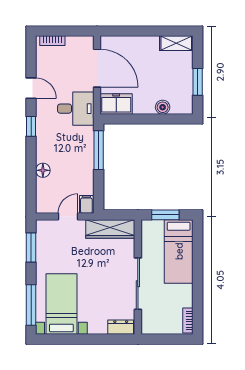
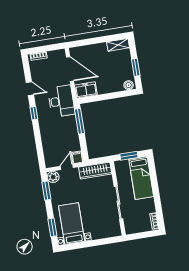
boiler: (163, 107) -> (129, 85), moved
desk: (76, 109) -> (61, 101), width x1.37
floor lamp: (43, 170) -> (46, 140), removed
plant: (45, 229) -> (53, 177), added
window: (31, 305) -> (52, 227), width x0.69
dresser: (121, 327) -> (112, 232), removed

